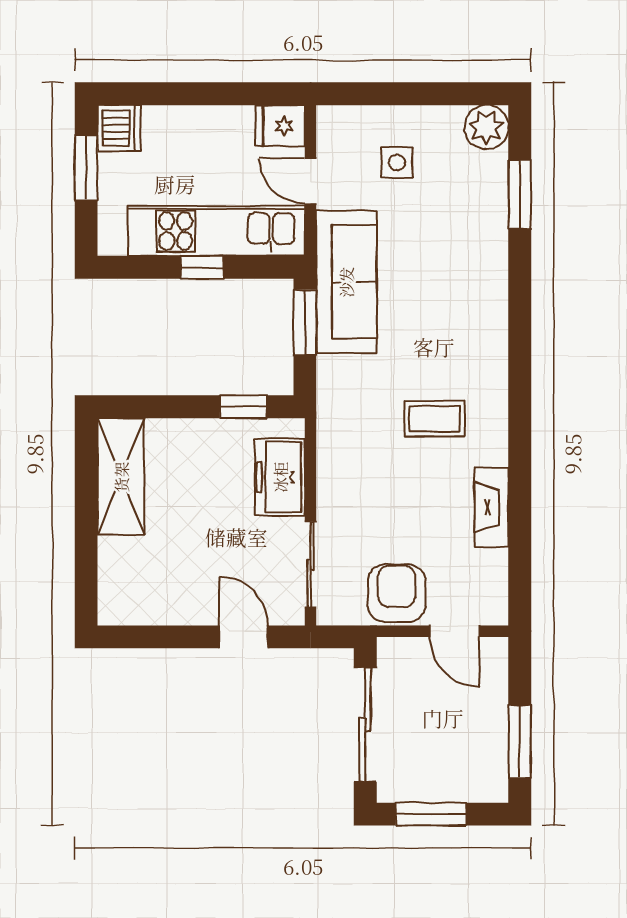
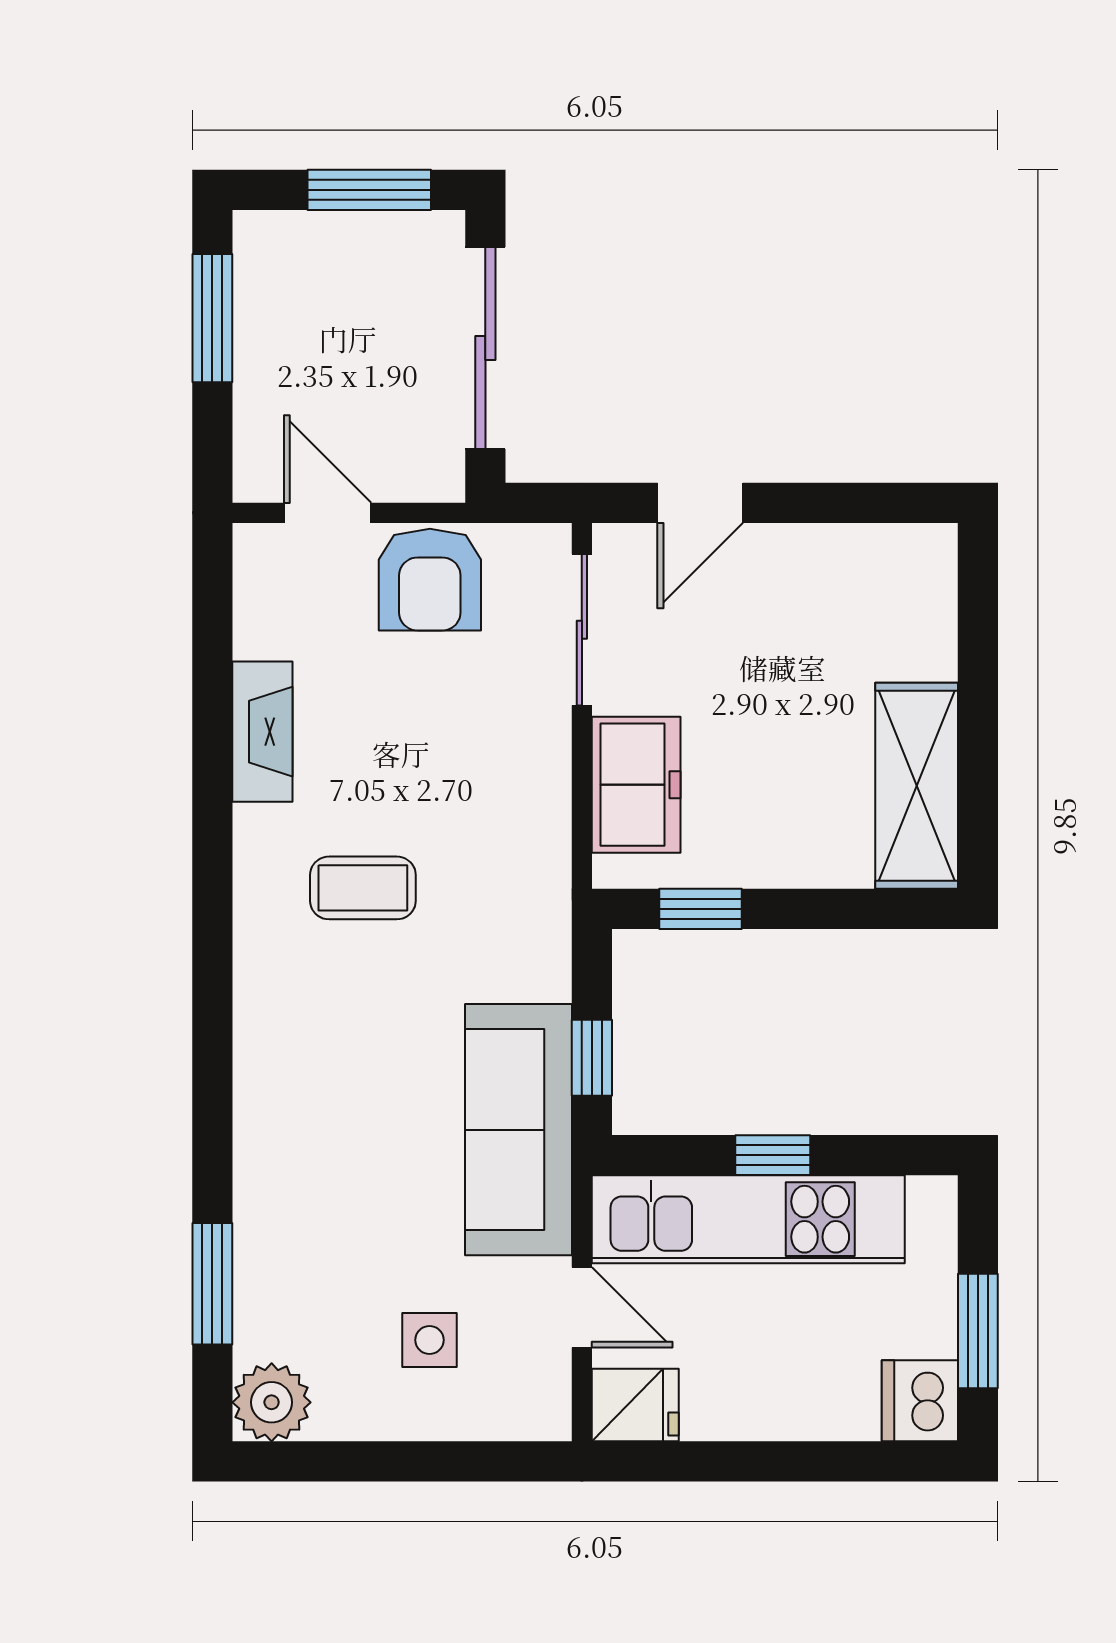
window: (305, 322) -> (592, 1058), width x0.67
door: (244, 637) -> (700, 503), hinge flipped

